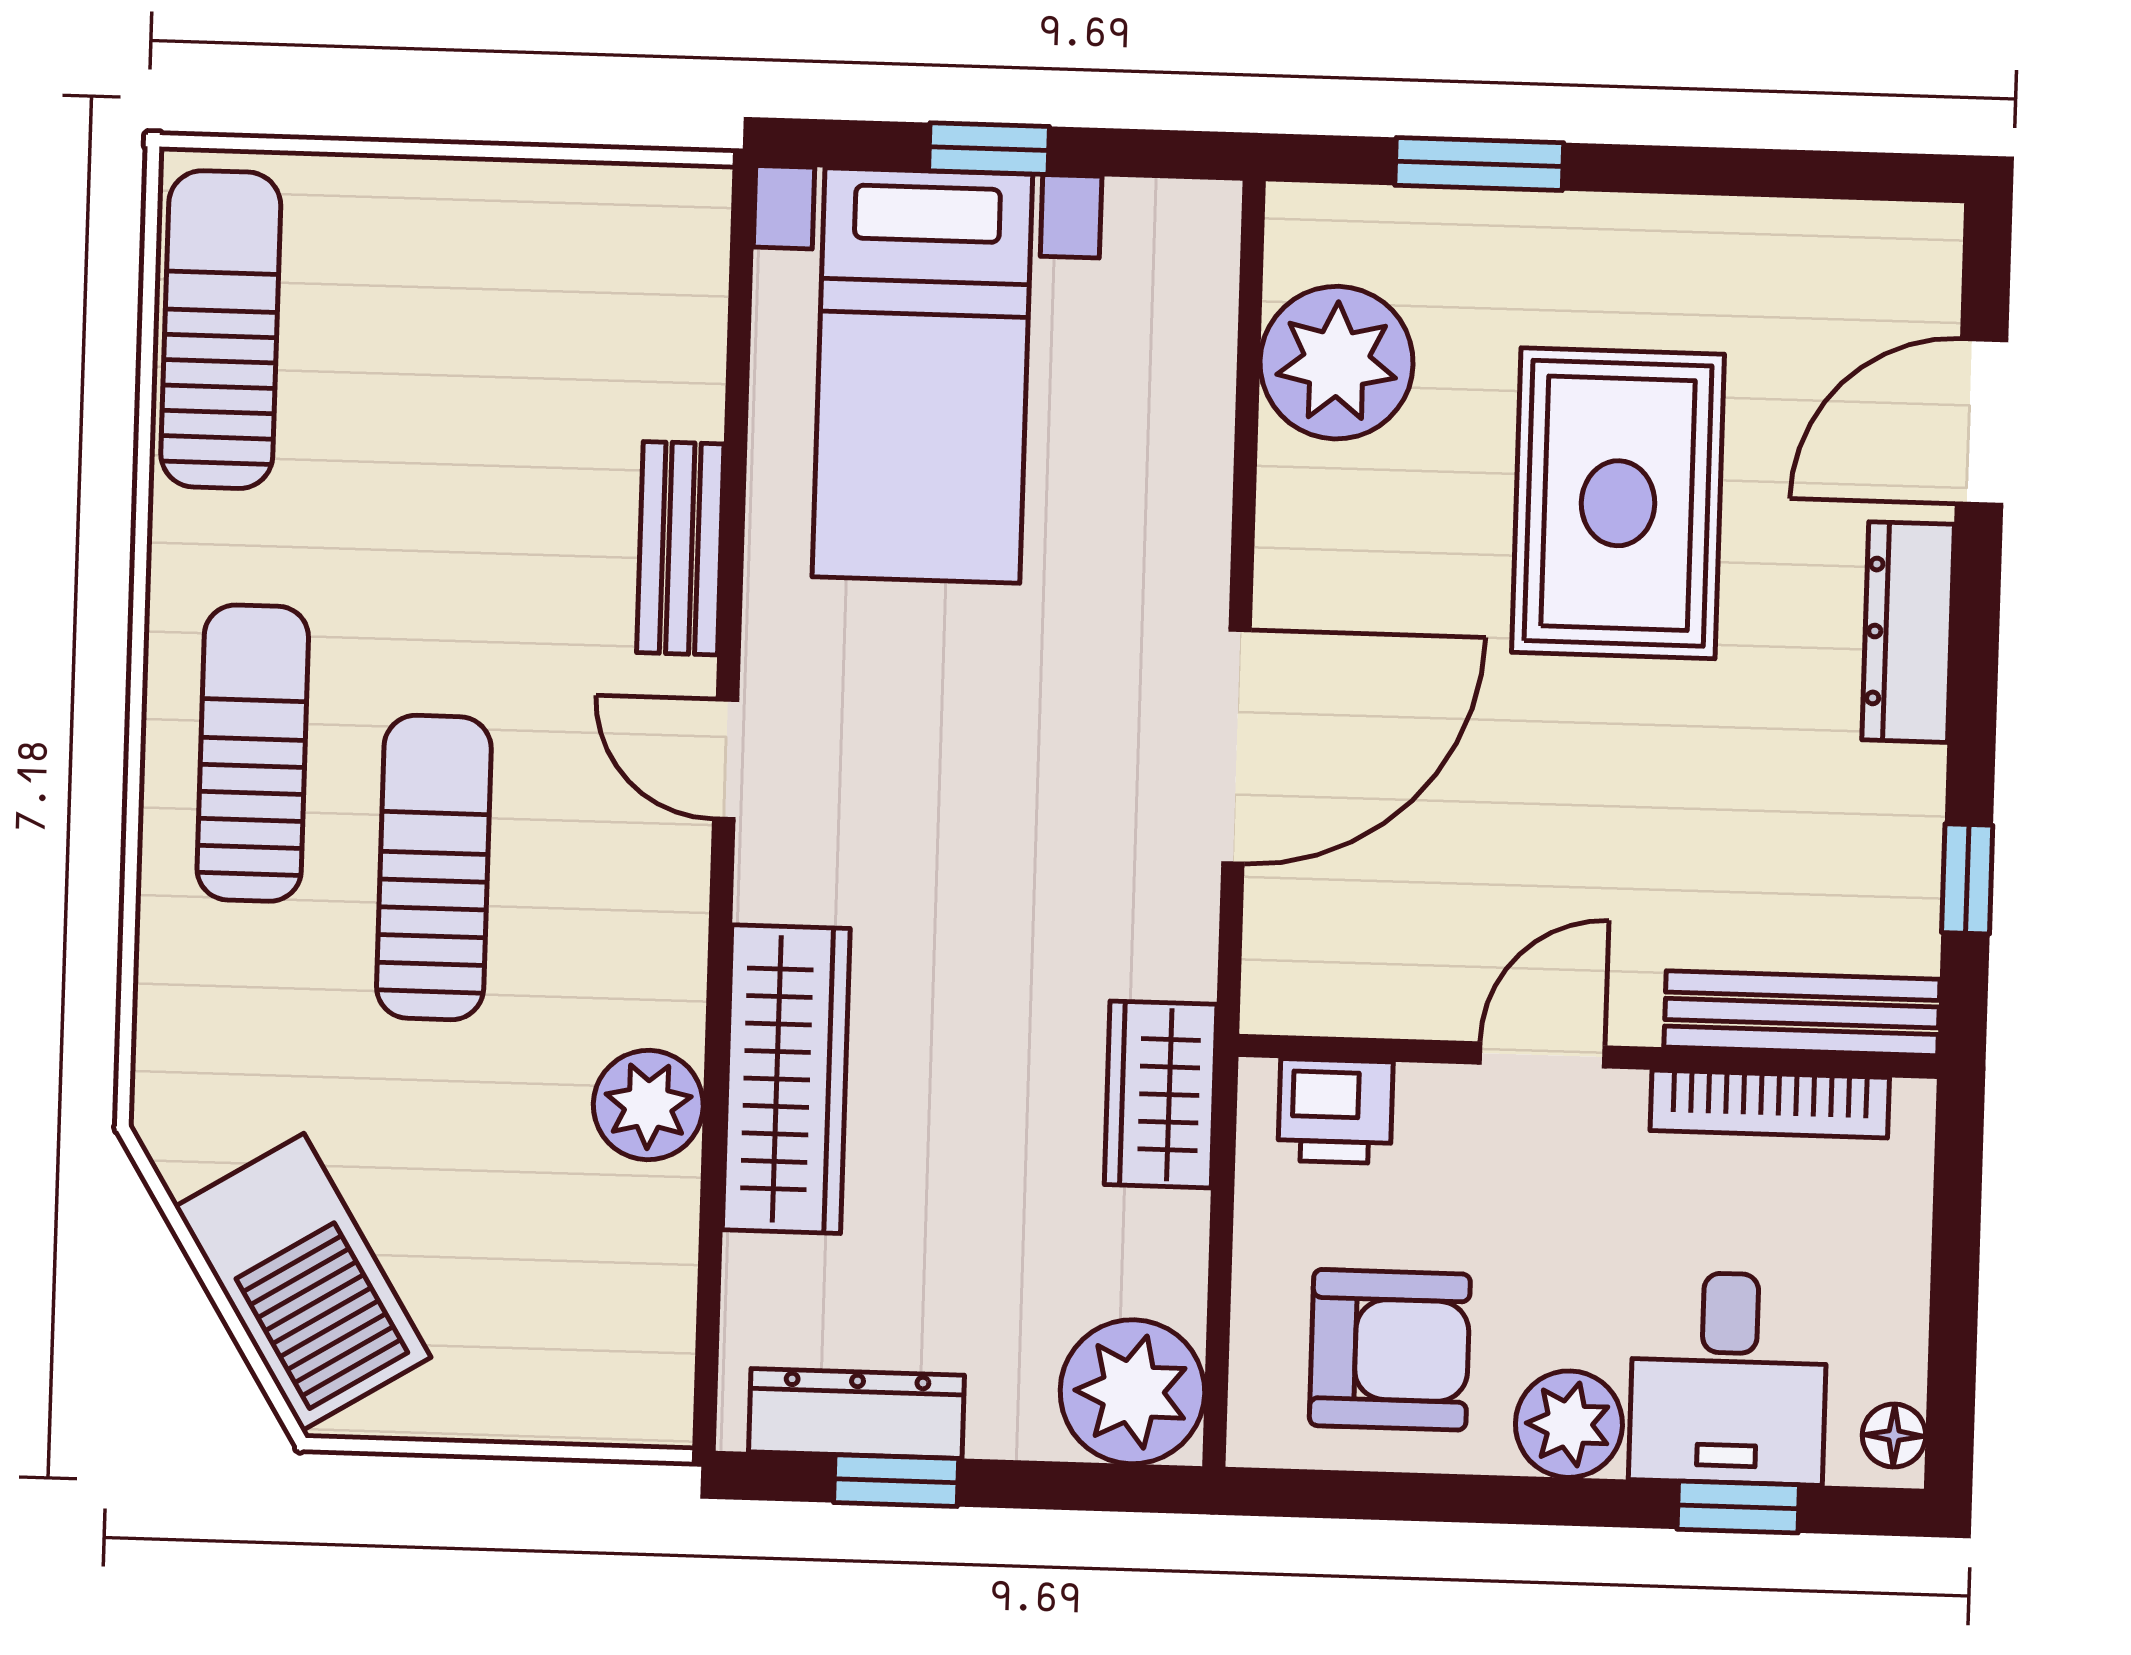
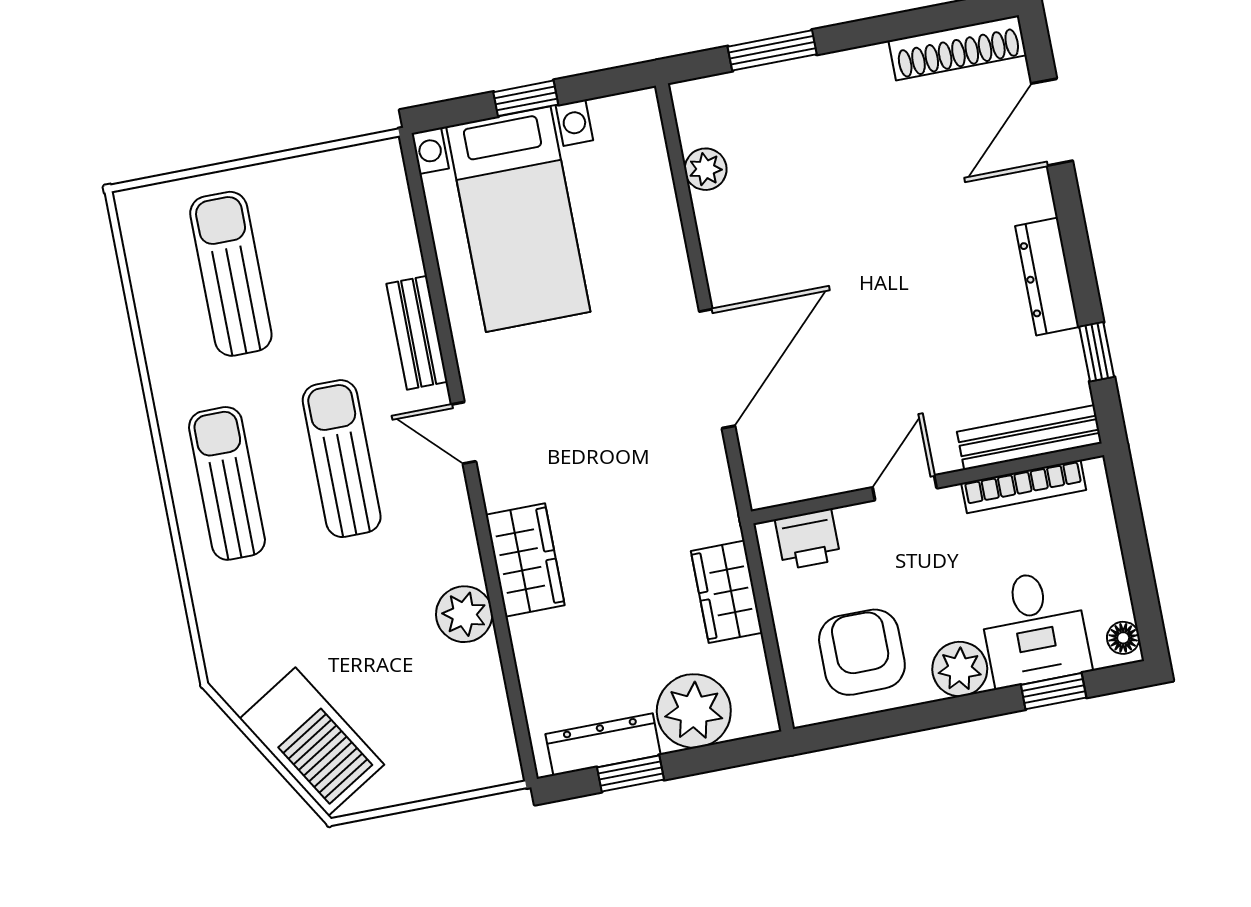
shoe rack: (1833, 239) -> (957, 48), added
sun lounger: (221, 330) -> (231, 274), moved
plant: (1337, 363) -> (706, 169), width x0.53, depth x0.53
rug: (1618, 503) -> (880, 204), removed
dresser: (1908, 632) -> (1047, 276), moved
sun lounger: (434, 868) -> (342, 459), moved
wardrobe: (786, 1079) -> (525, 560), width x0.67
wardrobe: (1161, 1094) -> (727, 592), moved
armchair: (1390, 1350) -> (862, 652), turned -90
plant: (1132, 1392) -> (694, 711), moved

